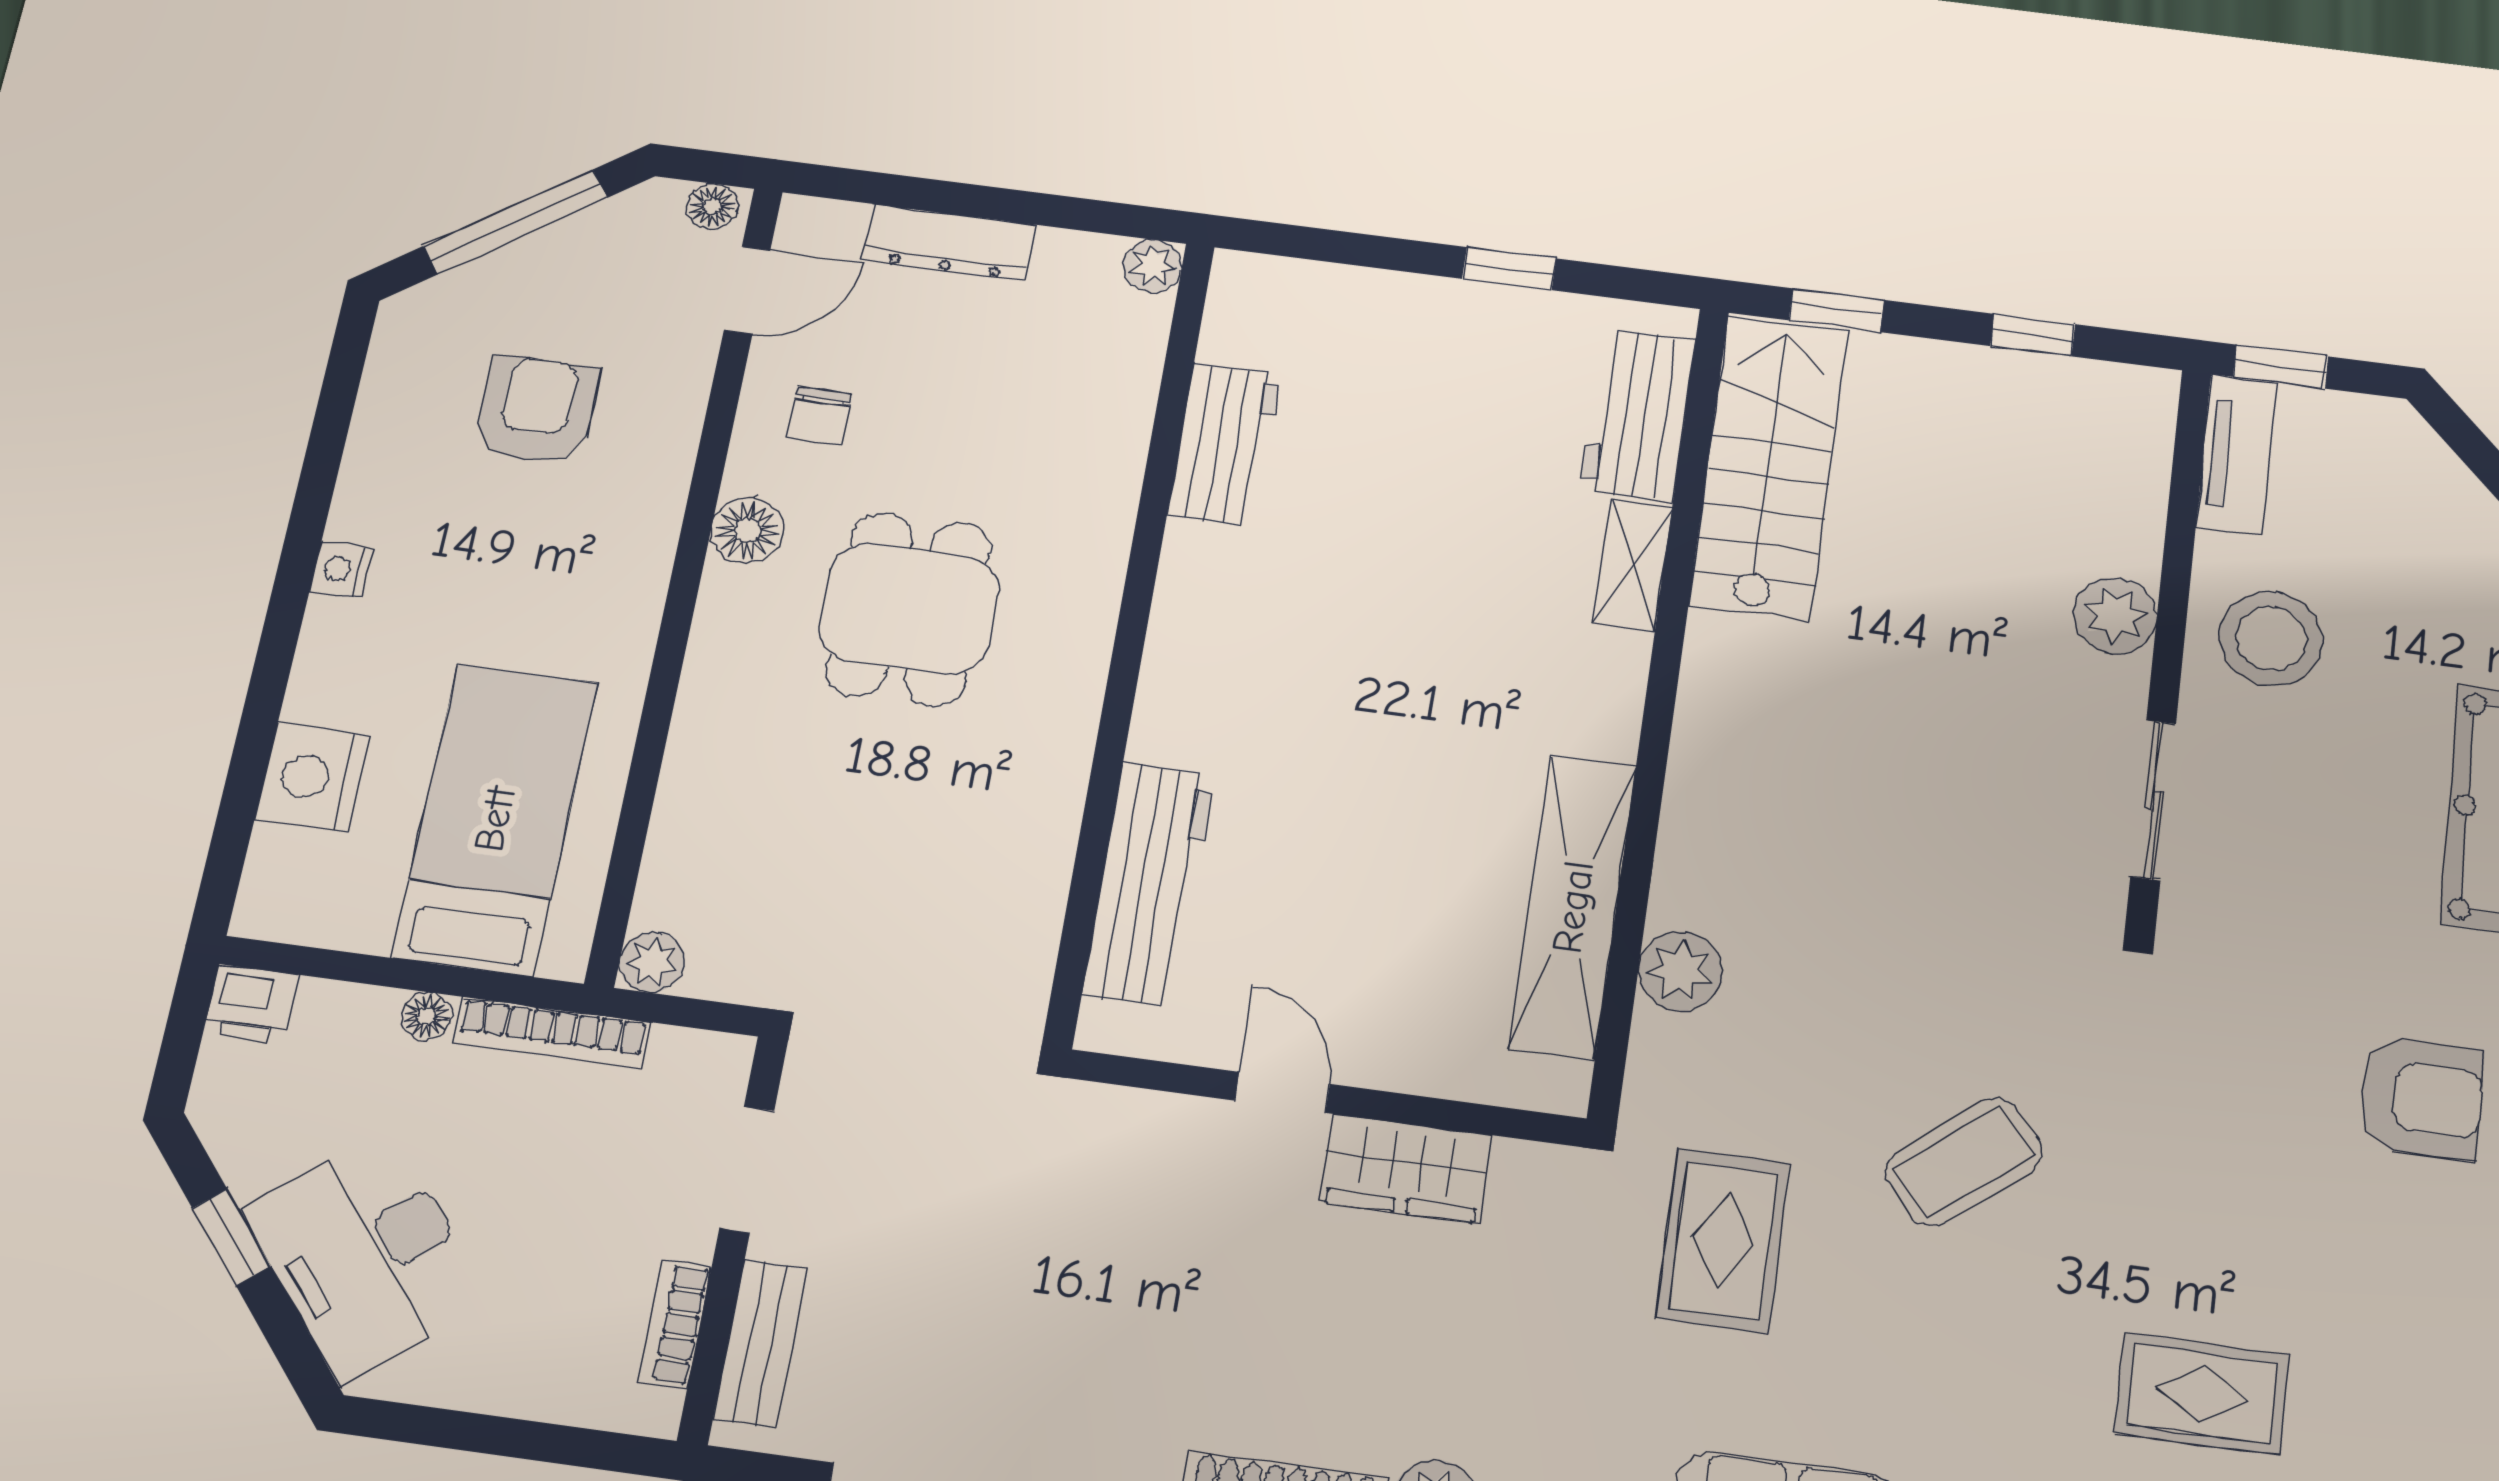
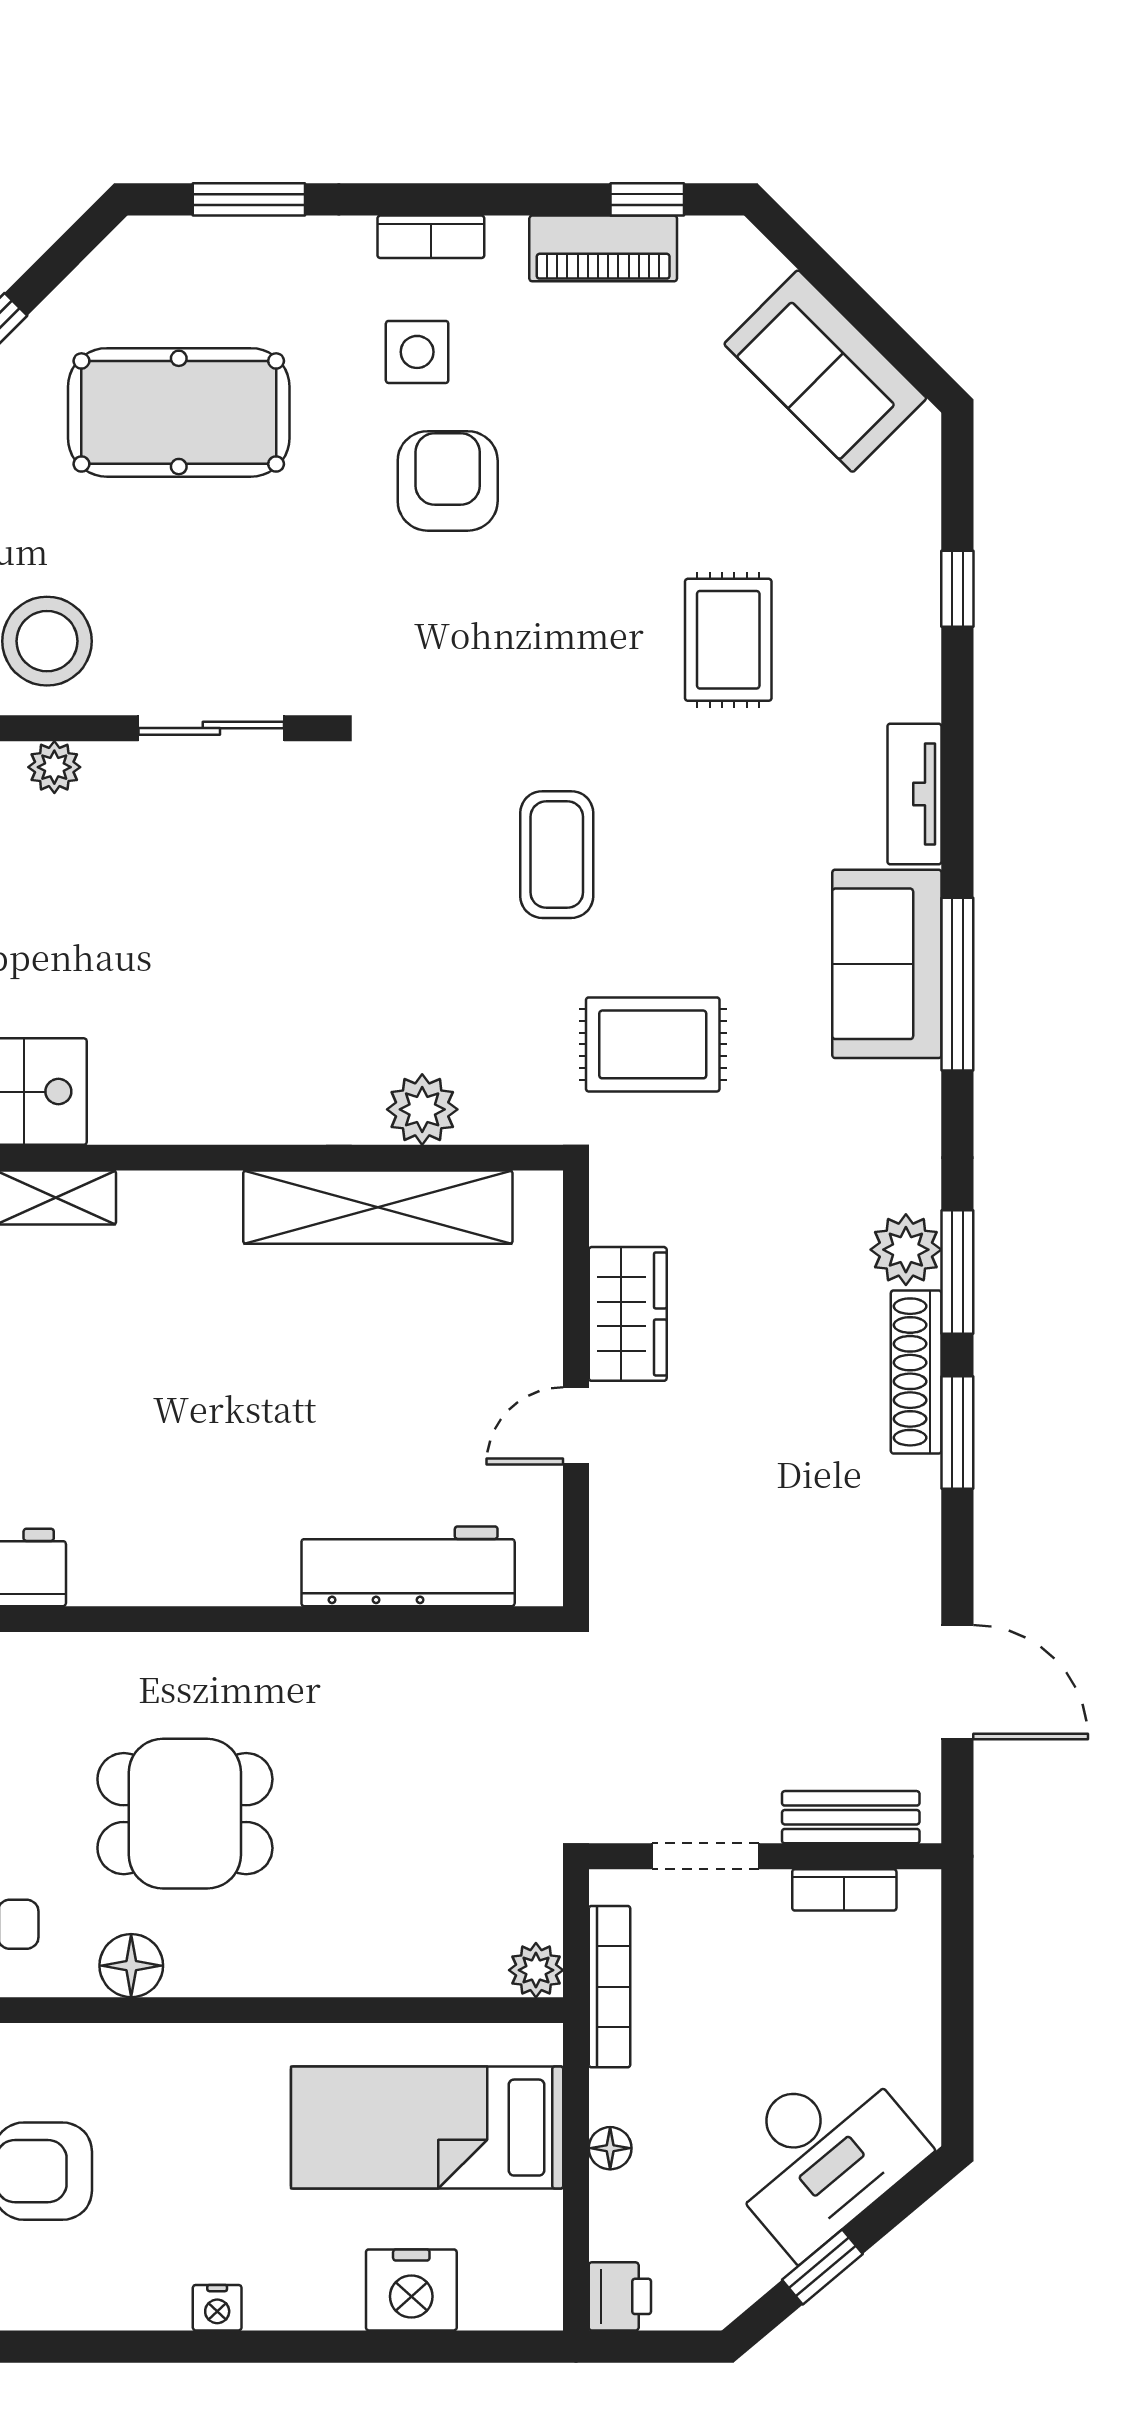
plant: (2115, 616) -> (54, 767), width x0.73, depth x0.73
bookcase: (552, 1033) -> (610, 1987), moved
coffee table: (1964, 1162) -> (557, 855), turned 40

